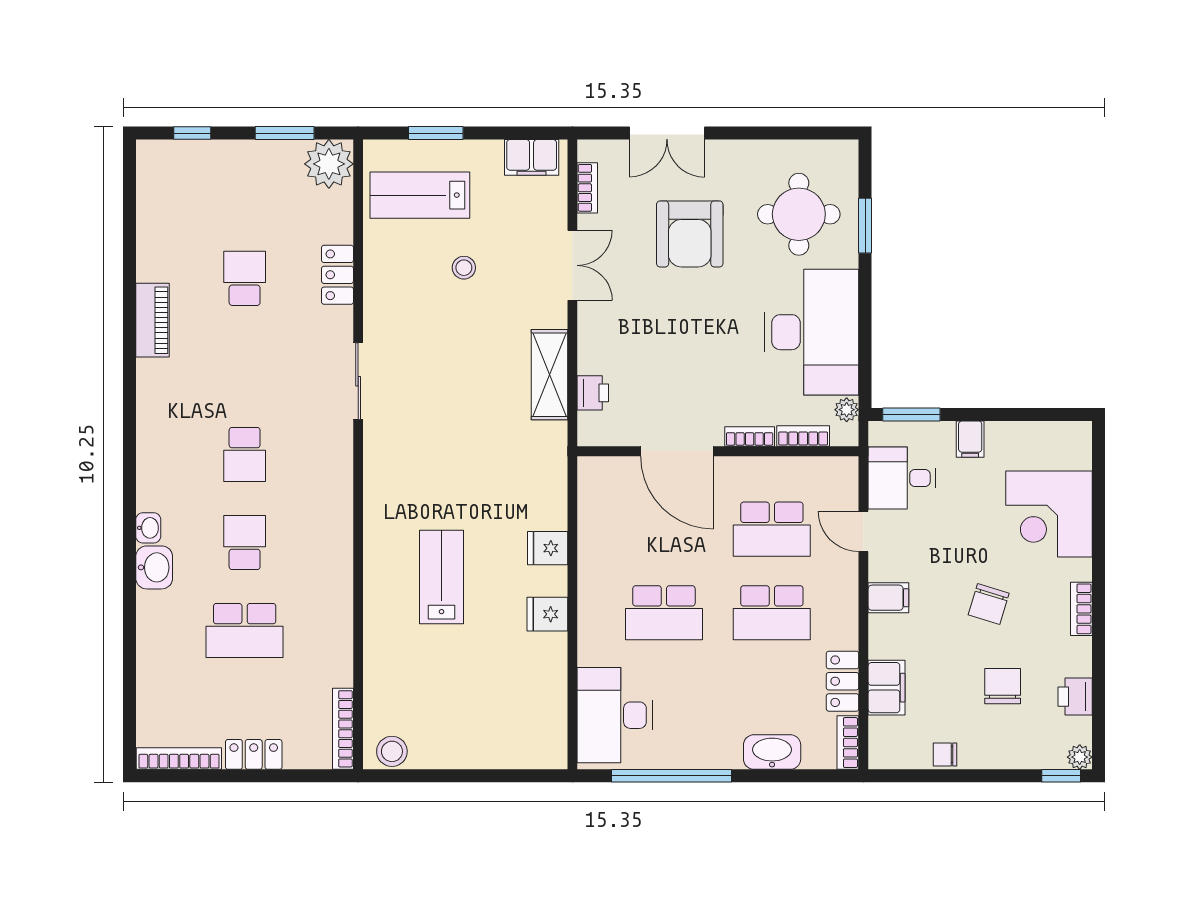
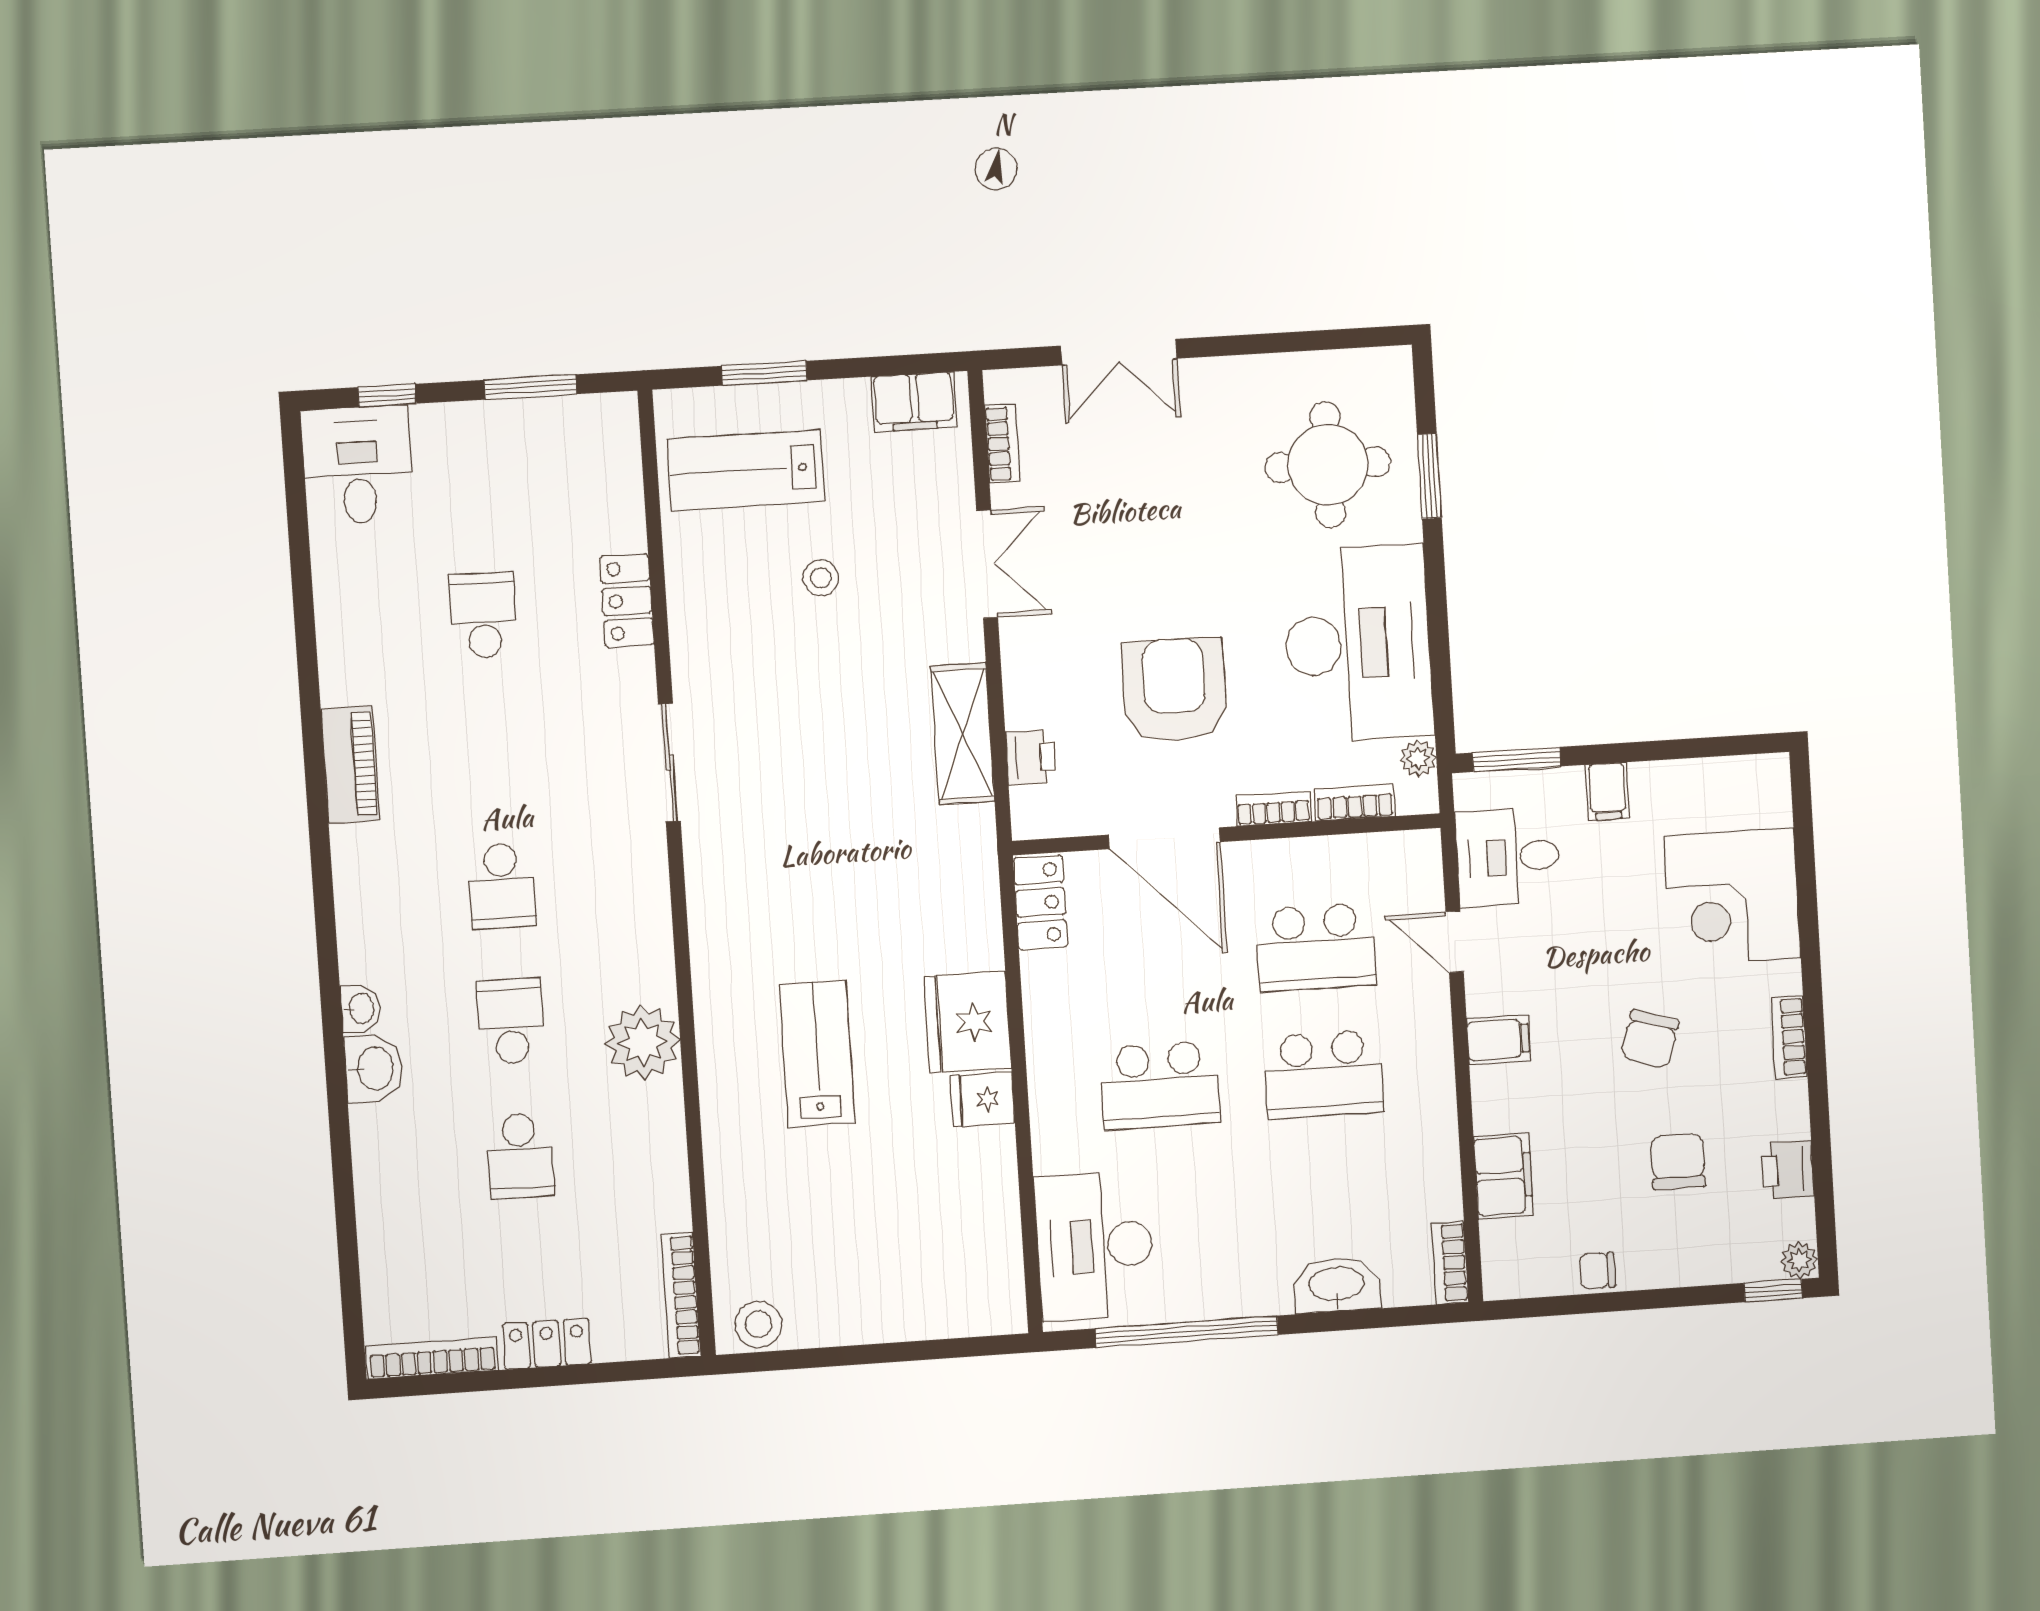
plant: (329, 164) -> (643, 1042), moved
desk: (171, 177) -> (358, 465), added
armchair: (690, 234) -> (1174, 690), moved, turned 180
piano: (152, 320) -> (350, 765), moved
fridge: (548, 548) -> (968, 1022), width x1.88, depth x1.34
school desk: (245, 631) -> (520, 1156), width x0.54
locker: (843, 681) -> (1040, 902), moved, turned 180

